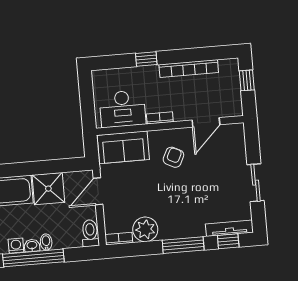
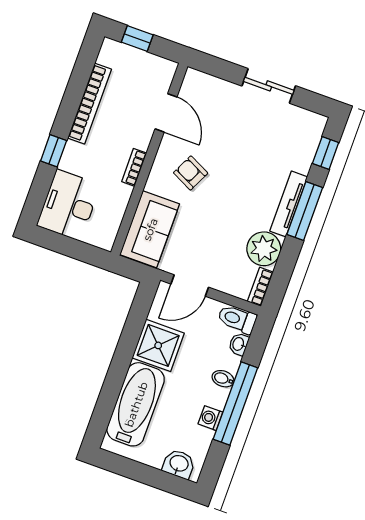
desk: (122, 109) -> (69, 205), moved, turned 180
door: (98, 191) -> (190, 286), hinge flipped
tv unit: (229, 228) -> (289, 204), moved
washbasin: (32, 245) -> (239, 344), moved

